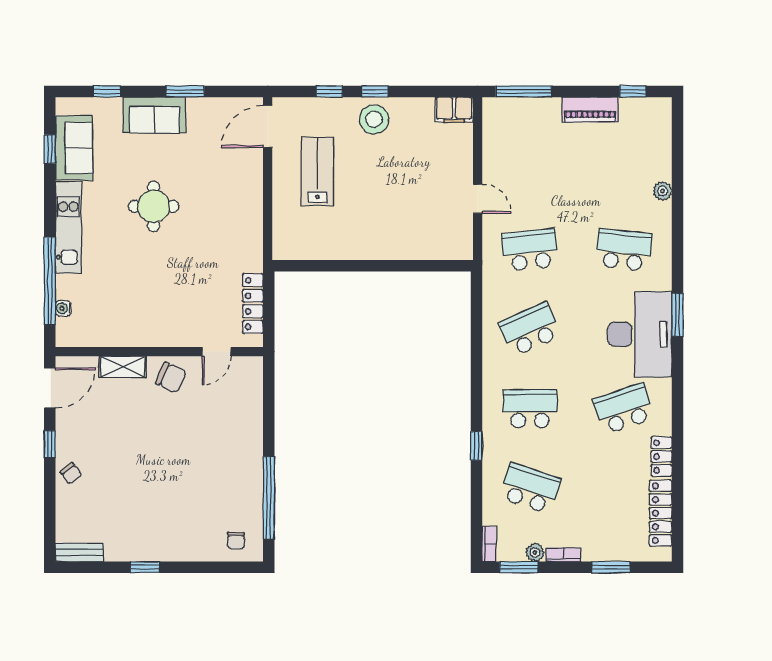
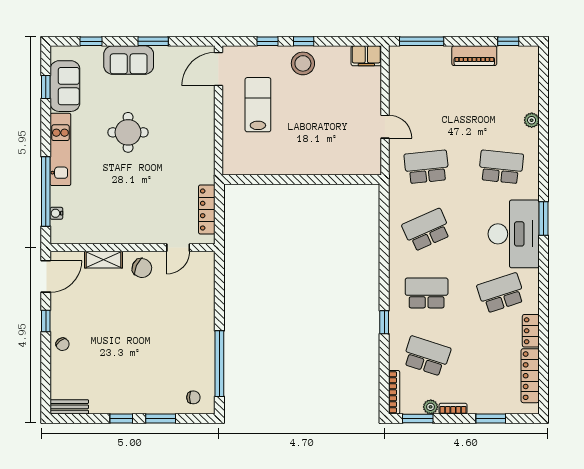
chair: (236, 541) -> (193, 397), turned -90
bookcase: (489, 544) -> (394, 392), width x1.56
window: (195, 567) -> (161, 419), added

